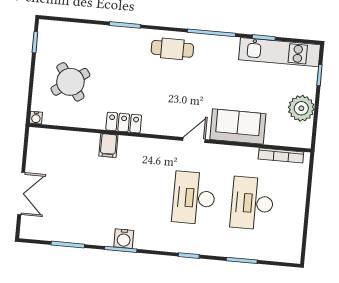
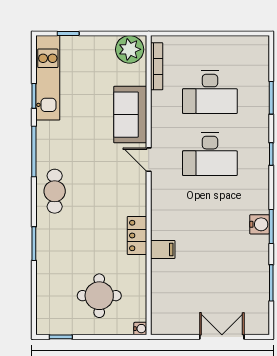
round table: (70, 82) -> (99, 296), turned 35
plant: (301, 108) -> (130, 49), moved

